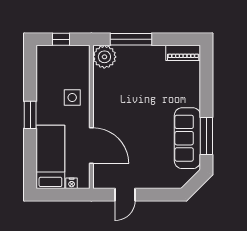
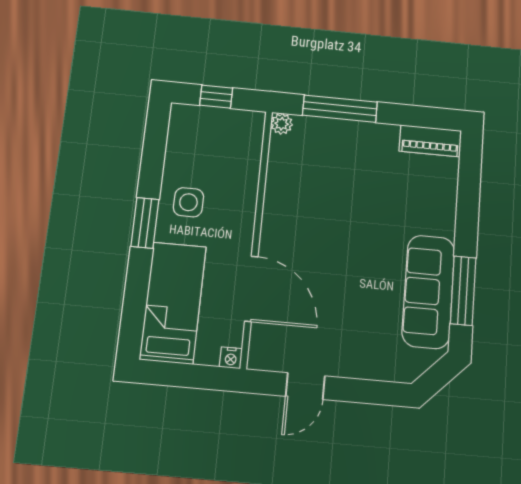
plant: (104, 57) -> (282, 124), width x0.53, depth x0.53
side table: (72, 97) -> (188, 202), moved
nightstand: (72, 183) -> (231, 358), moved

